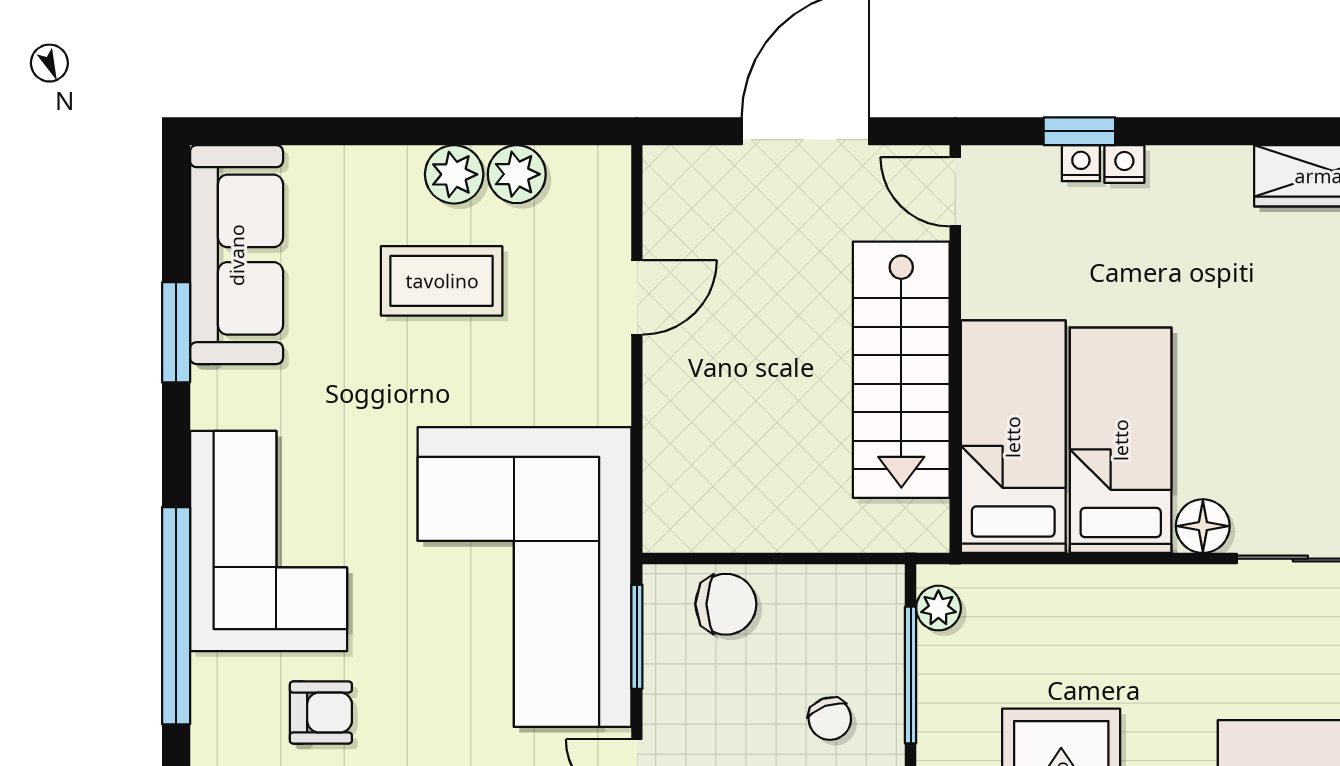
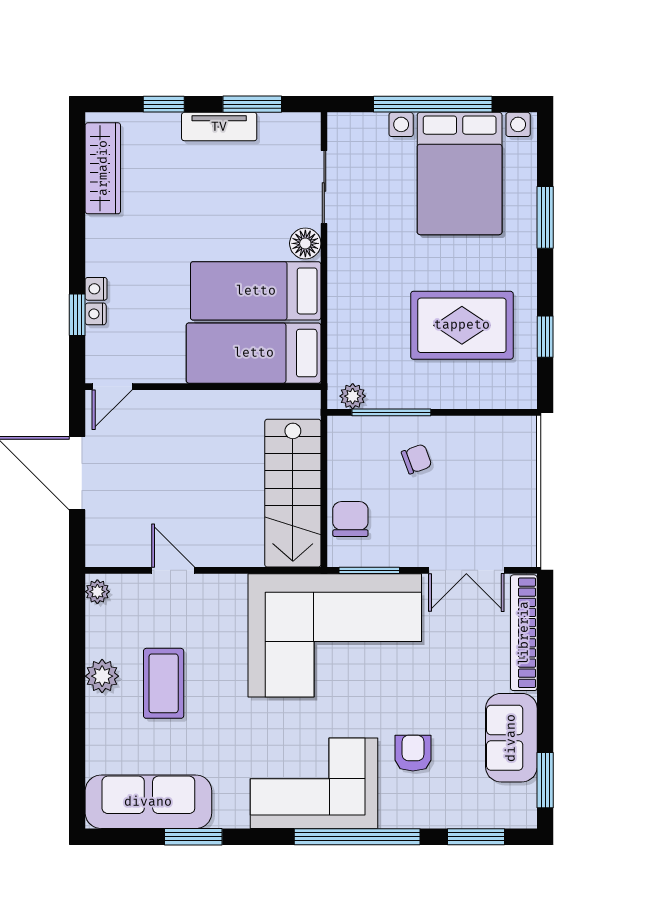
plant: (517, 174) -> (97, 592), moved, width x0.73, depth x0.73
stairs: (901, 370) -> (293, 493), moved, turned 90

